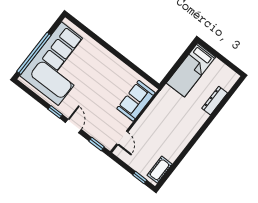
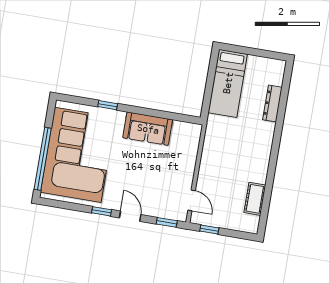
window: (99, 40) -> (108, 105), added
sofa: (136, 101) -> (148, 129), moved, turned -90
cot: (160, 170) -> (255, 199), moved
window: (140, 177) -> (209, 230), moved

